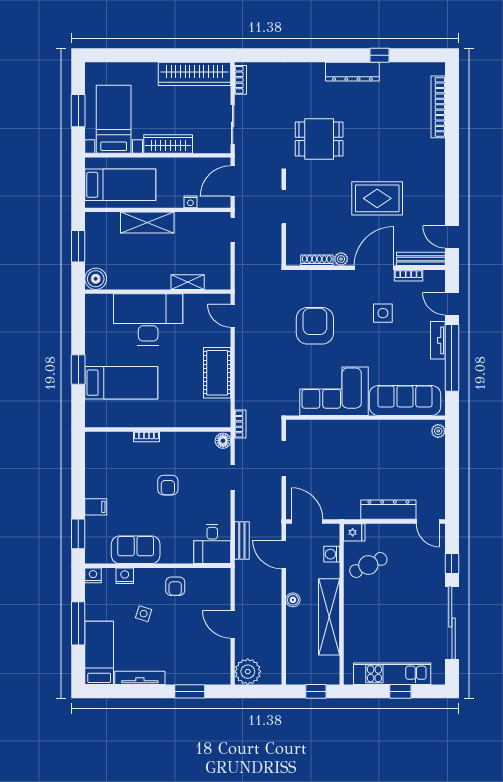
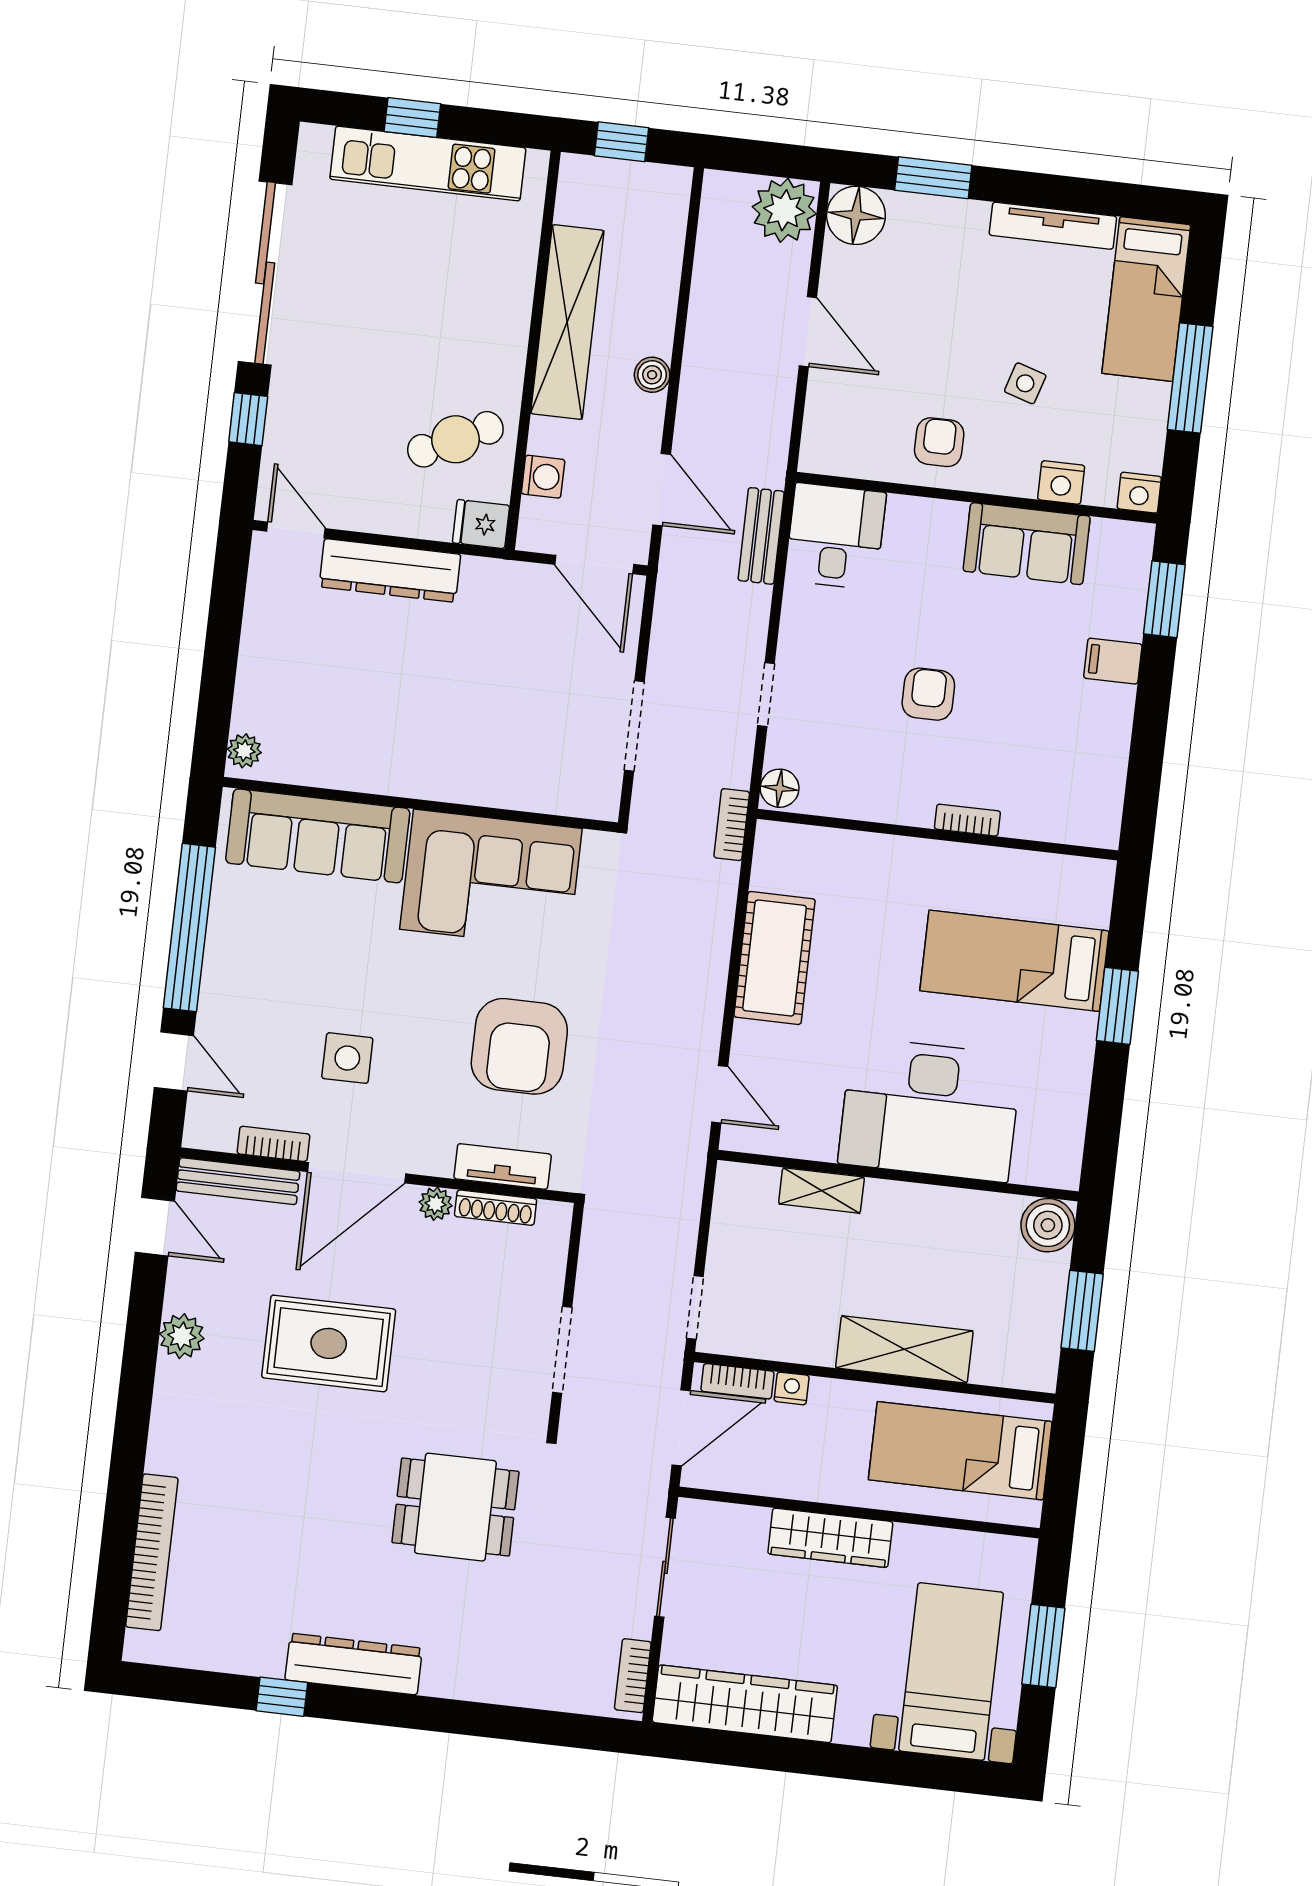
bed with nightstands: (114, 119) -> (951, 1672), moved, turned 180
plant: (436, 195) -> (182, 1336), added
bookcase: (212, 202) -> (737, 1381), added
tv unit: (438, 340) -> (503, 1166), moved, turned -90
floor lamp: (219, 673) -> (856, 215), added

